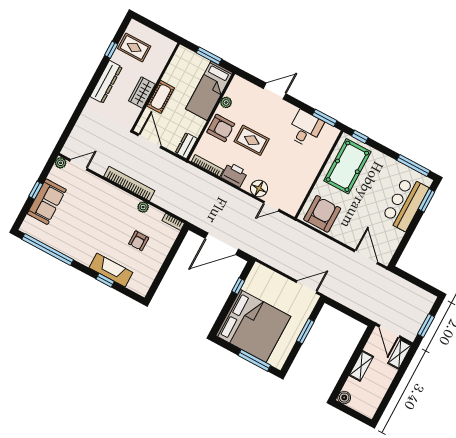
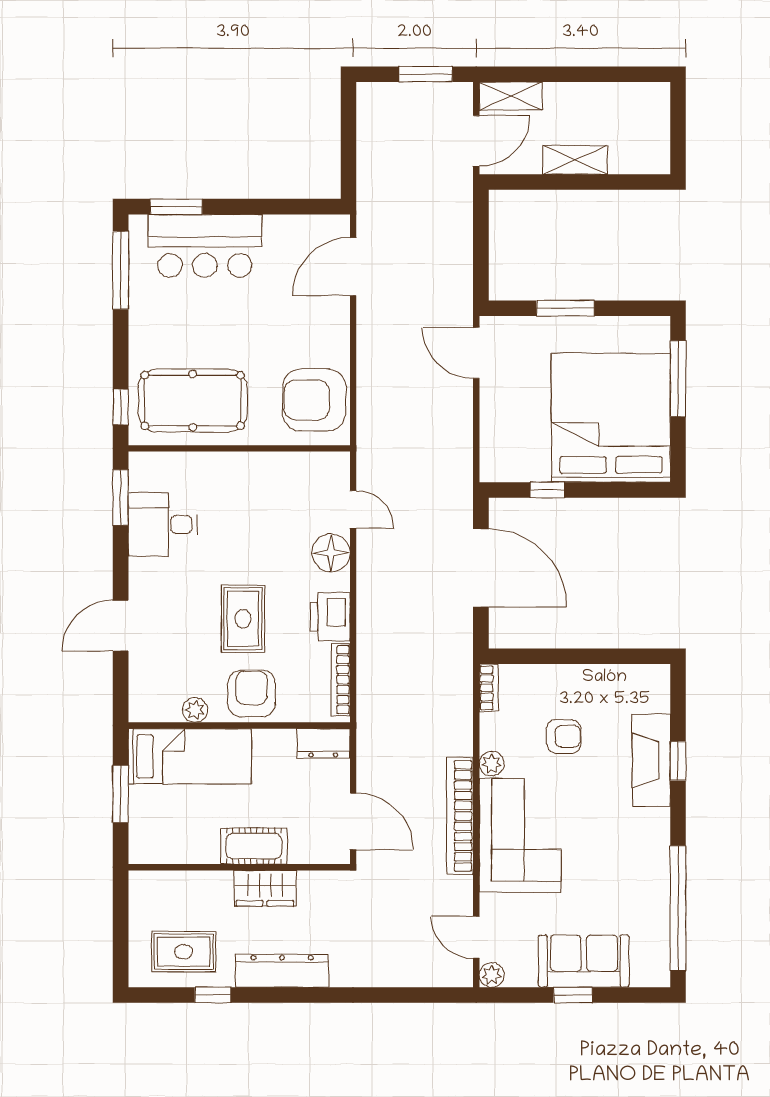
rug: (134, 47) -> (184, 952), turned 90
door: (275, 91) -> (121, 626), hinge flipped
door: (150, 141) -> (353, 821), swing flipped
corner sofa: (109, 203) -> (520, 836), added
boiler: (344, 398) -> (656, 160), removed

